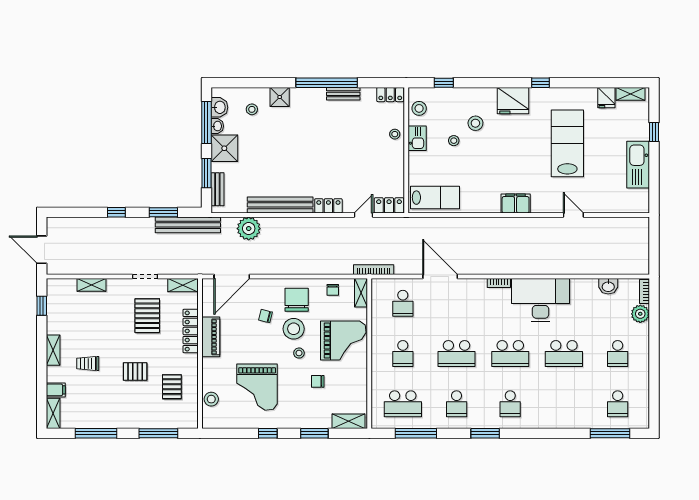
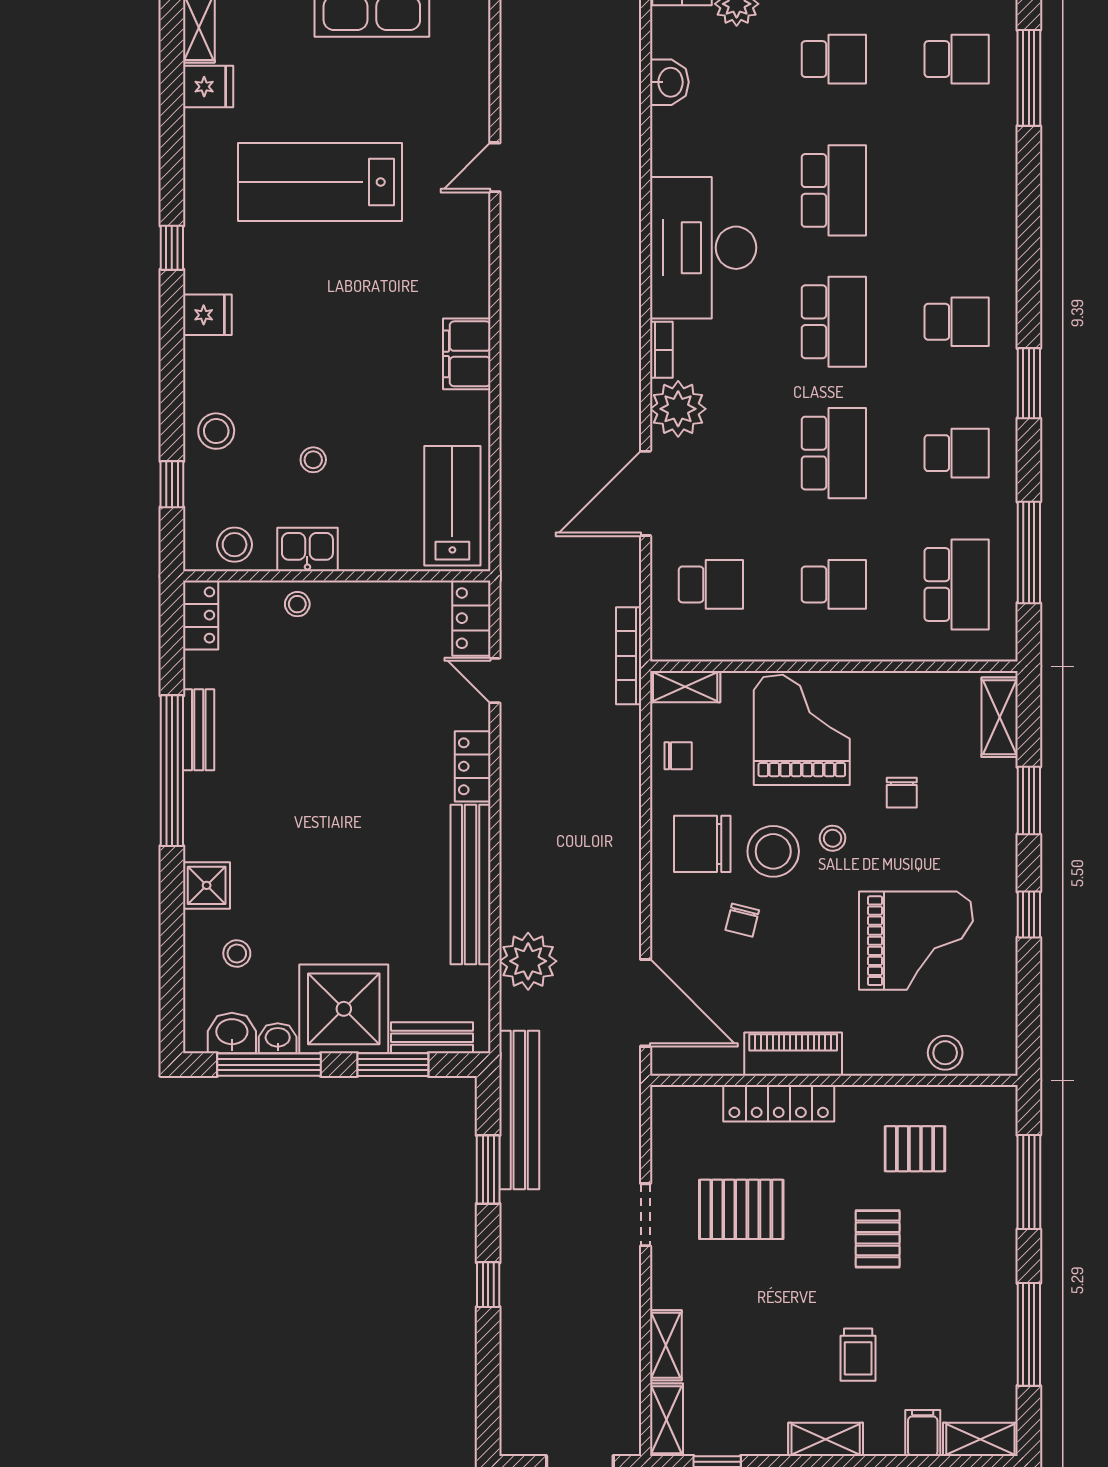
fridge: (513, 101) -> (207, 315), width x0.53, depth x0.75
stool: (475, 123) -> (216, 431), moved
shower: (224, 148) -> (344, 1009), width x1.37, depth x1.37
filing cabinet: (516, 203) -> (467, 354), moved
shelving: (183, 285) -> (666, 1420), moved
plant: (475, 290) -> (678, 409), added

